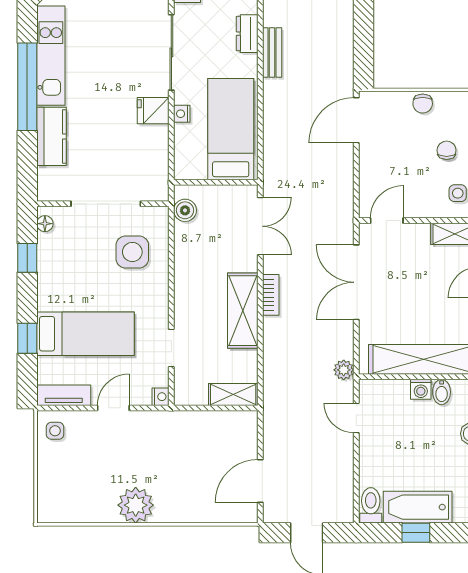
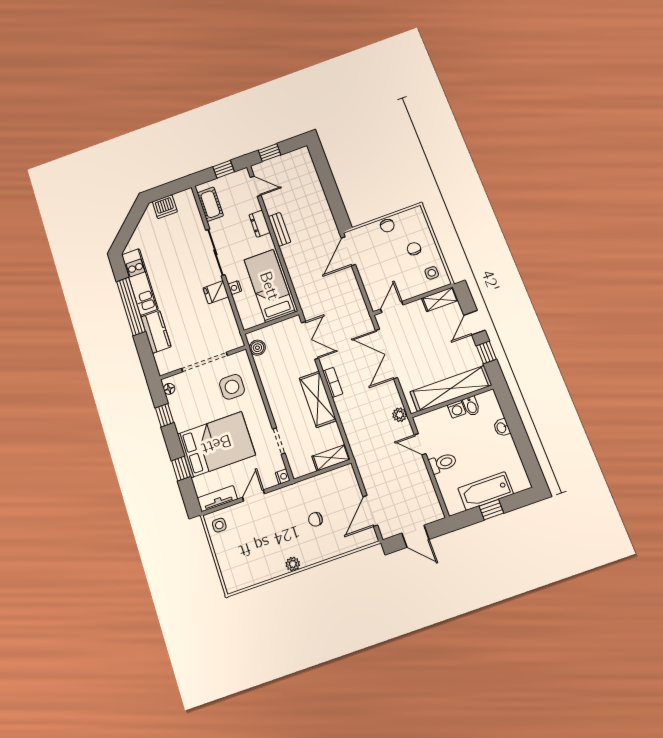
bed: (85, 334) -> (216, 444), width x1.50
chair: (185, 467) -> (315, 519), added
plant: (136, 505) -> (293, 564), width x0.53, depth x0.53
toilet: (371, 505) -> (443, 463), moved, turned 90

